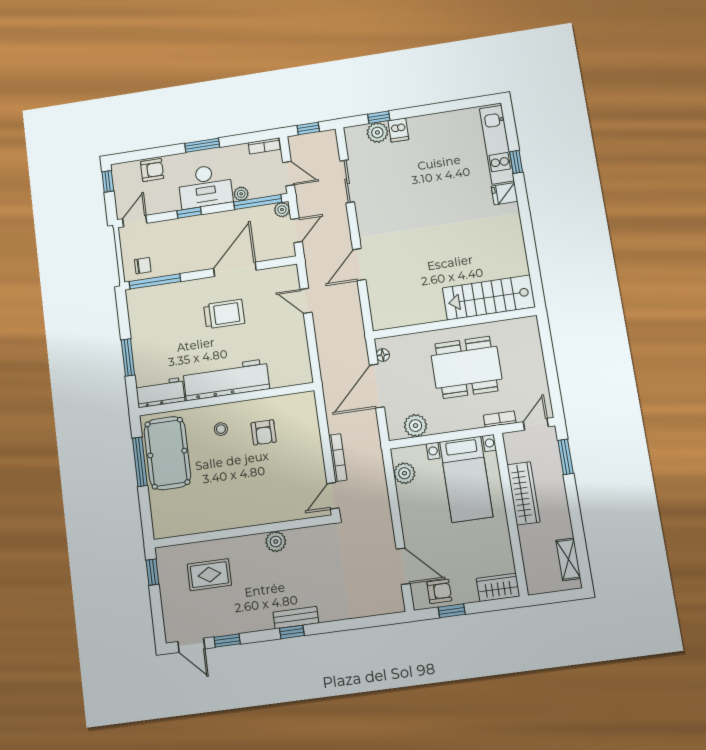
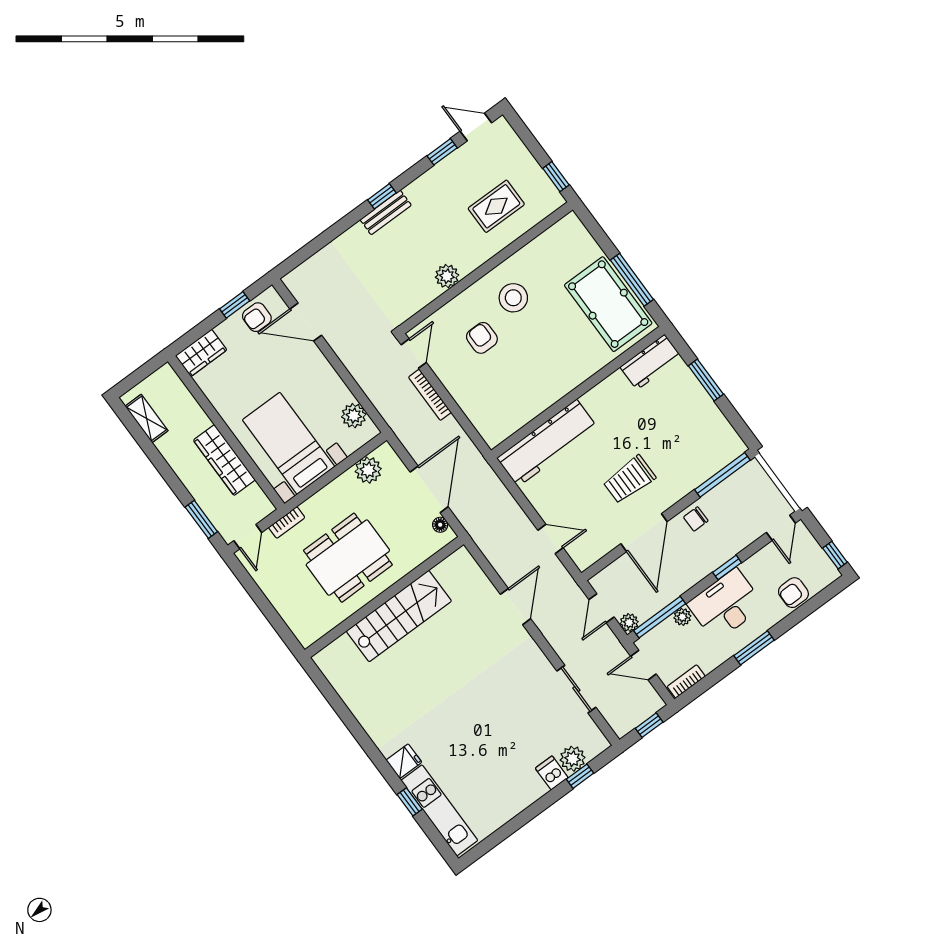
chair: (143, 266) -> (696, 519), moved
stairs: (489, 297) -> (399, 616), moved
workbench: (226, 380) -> (547, 443), moved
stool: (221, 429) -> (513, 298), moved, width x1.89, depth x1.89
armchair: (264, 432) -> (482, 338), moved

